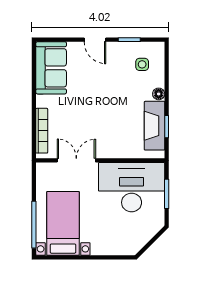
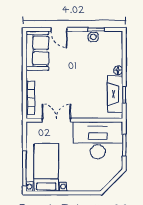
door: (95, 40) -> (59, 29), moved
side table: (142, 64) -> (93, 37), moved

